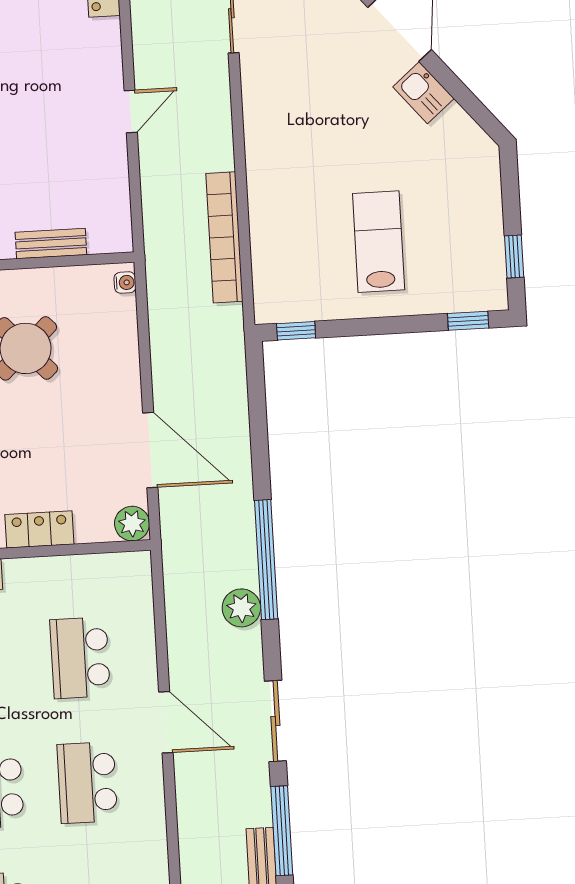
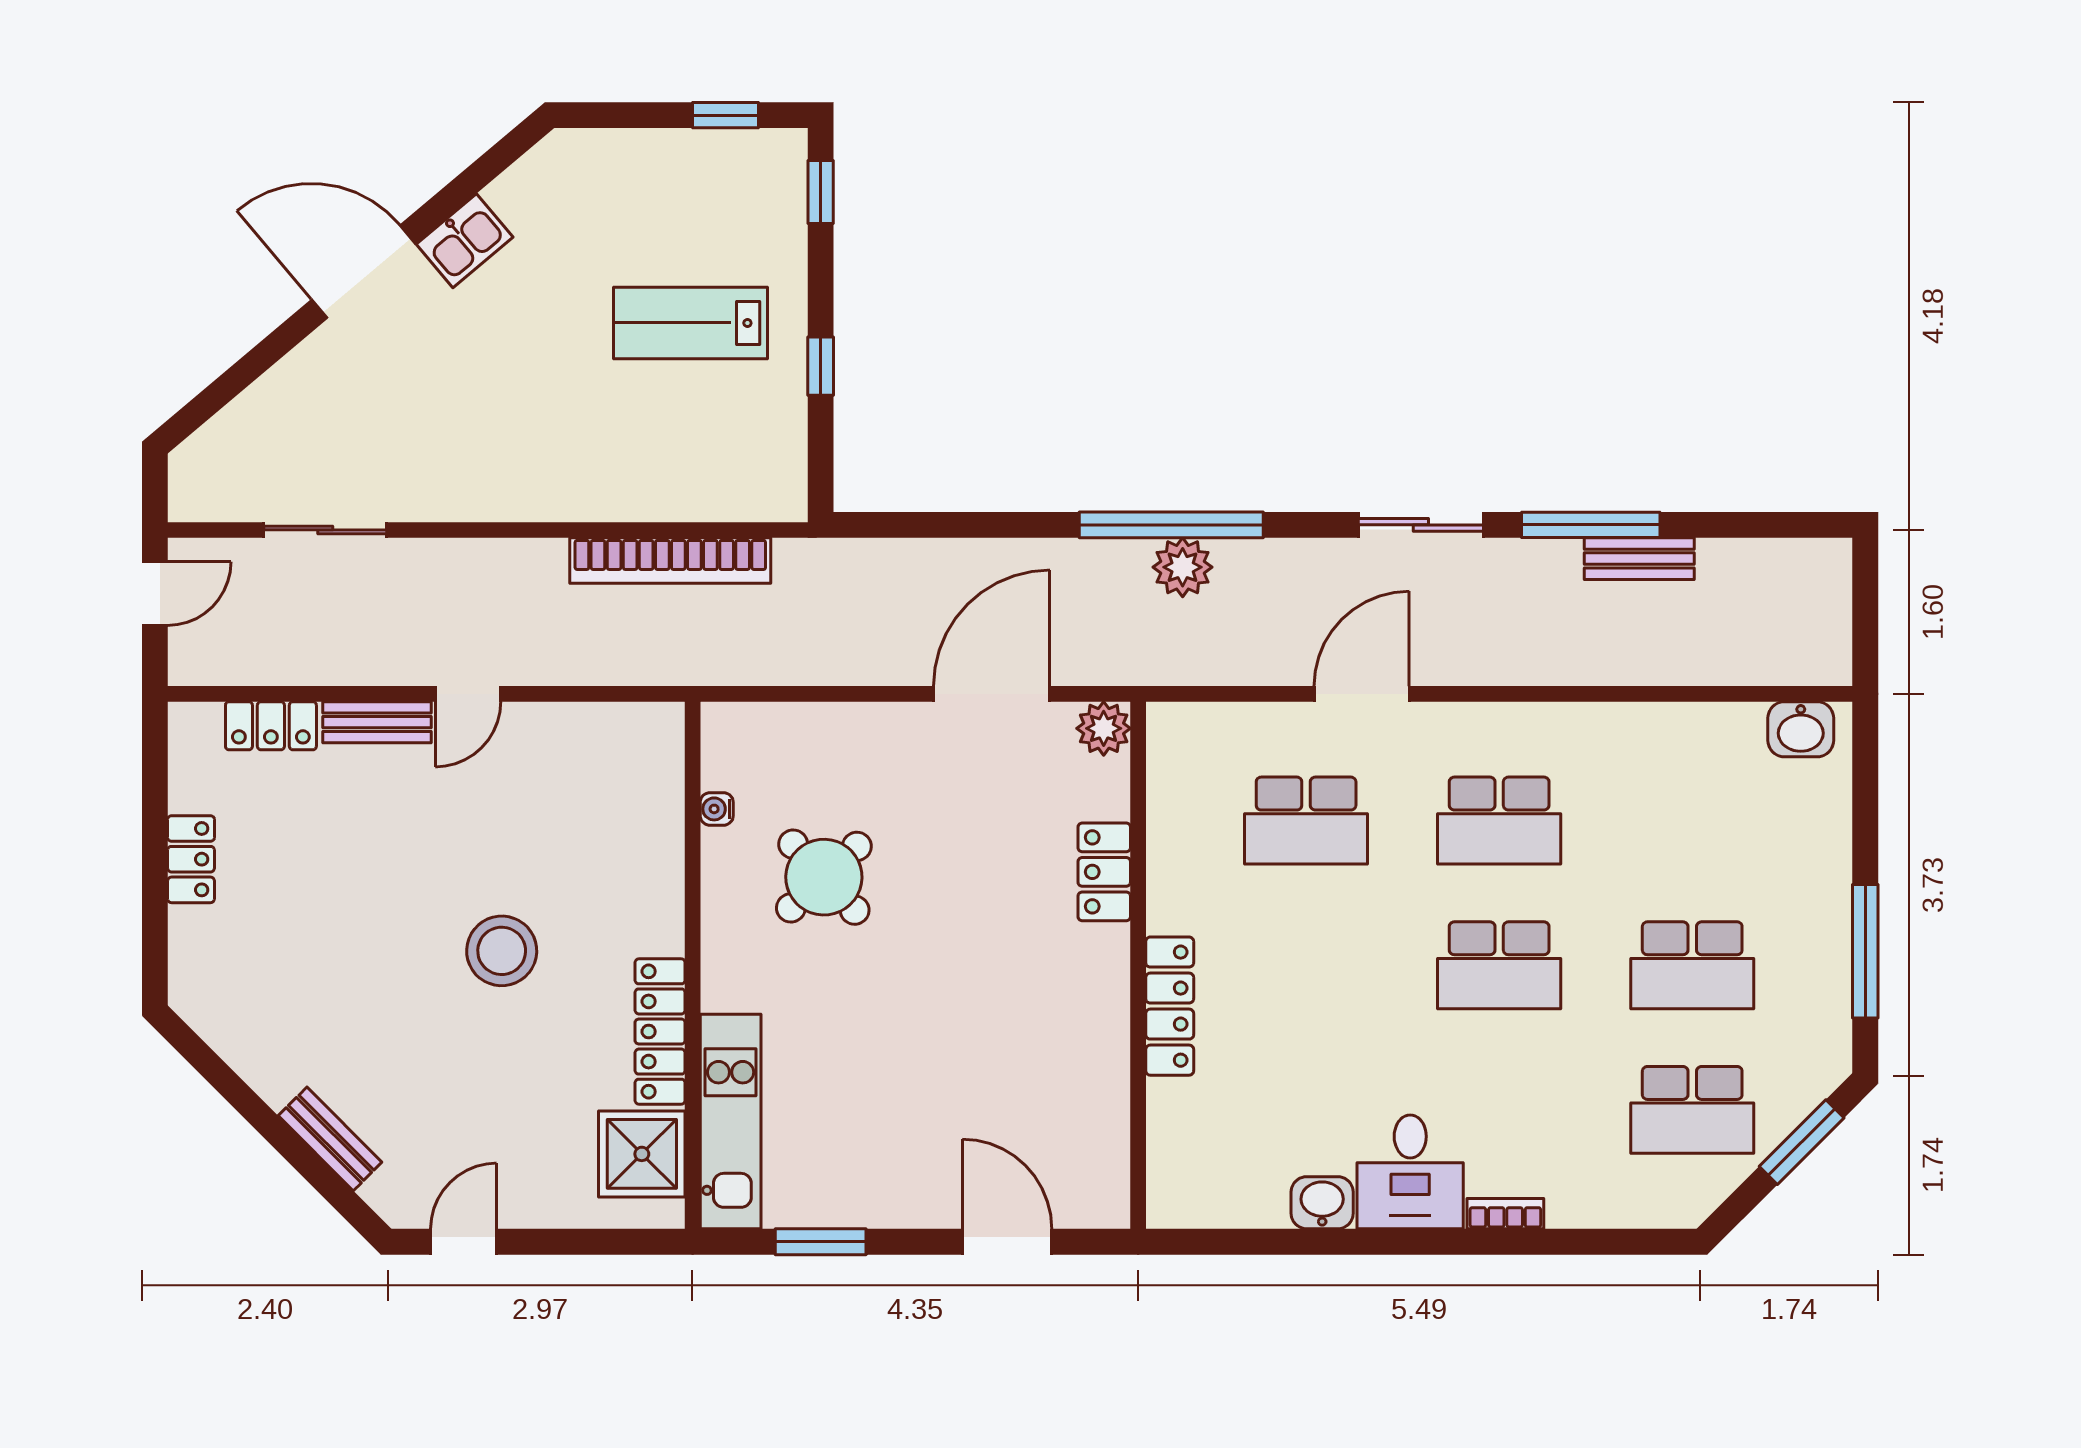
door: (131, 112) -> (468, 694), swing flipped
bench: (51, 243) -> (377, 722), moved, turned 90
water cooler: (125, 283) -> (717, 809), moved, turned -90
window: (296, 331) -> (821, 366), moved
plant: (241, 608) -> (1183, 567), moved
door: (166, 722) -> (1362, 694), moved

